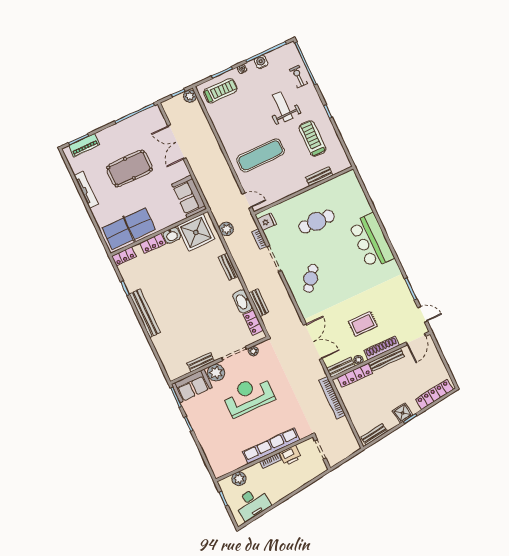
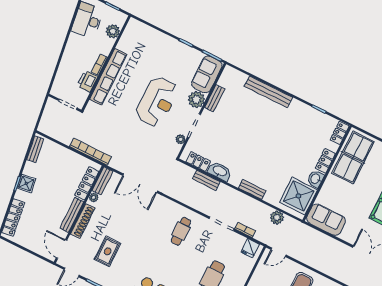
cafe table: (311, 278) -> (181, 231), turned 52
bench: (145, 313) -> (268, 92), moved
rug: (363, 324) -> (108, 251), moved

